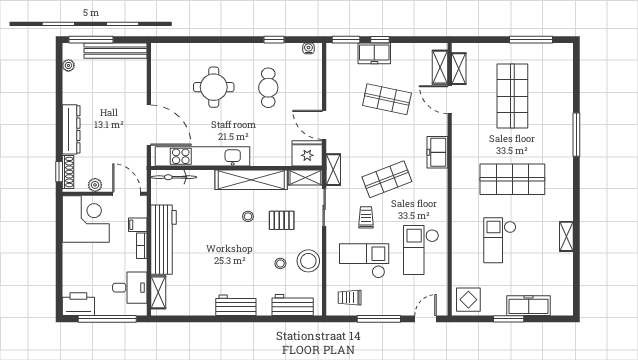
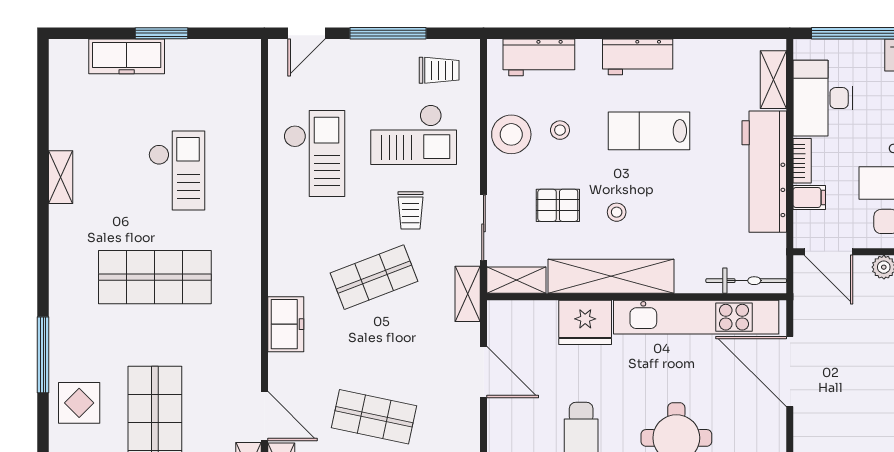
fridge: (307, 153) -> (585, 322), moved
lab bench: (229, 263) -> (649, 131), added
desk: (130, 288) -> (823, 98), width x1.37
display table: (468, 300) -> (79, 403), moved

